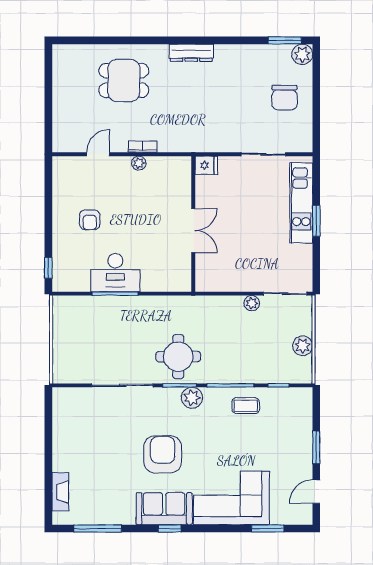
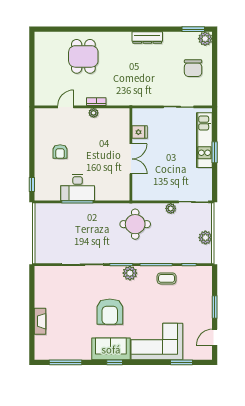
dresser: (191, 53) -> (147, 37), moved
dining table: (124, 80) -> (83, 56), turned 90
fridge: (206, 165) -> (140, 132), moved
round table: (178, 357) -> (135, 224), moved
armchair: (163, 454) -> (110, 312), turned 180
fireplace: (60, 492) -> (40, 321), moved

